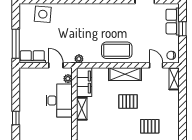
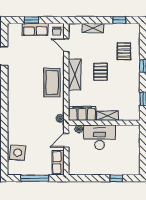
row of seats: (173, 22) -> (35, 29), moved
window: (16, 44) -> (35, 178), moved
door: (156, 65) -> (66, 45), hinge flipped
shelving: (174, 79) -> (93, 28), moved
window: (183, 121) -> (119, 20), added

